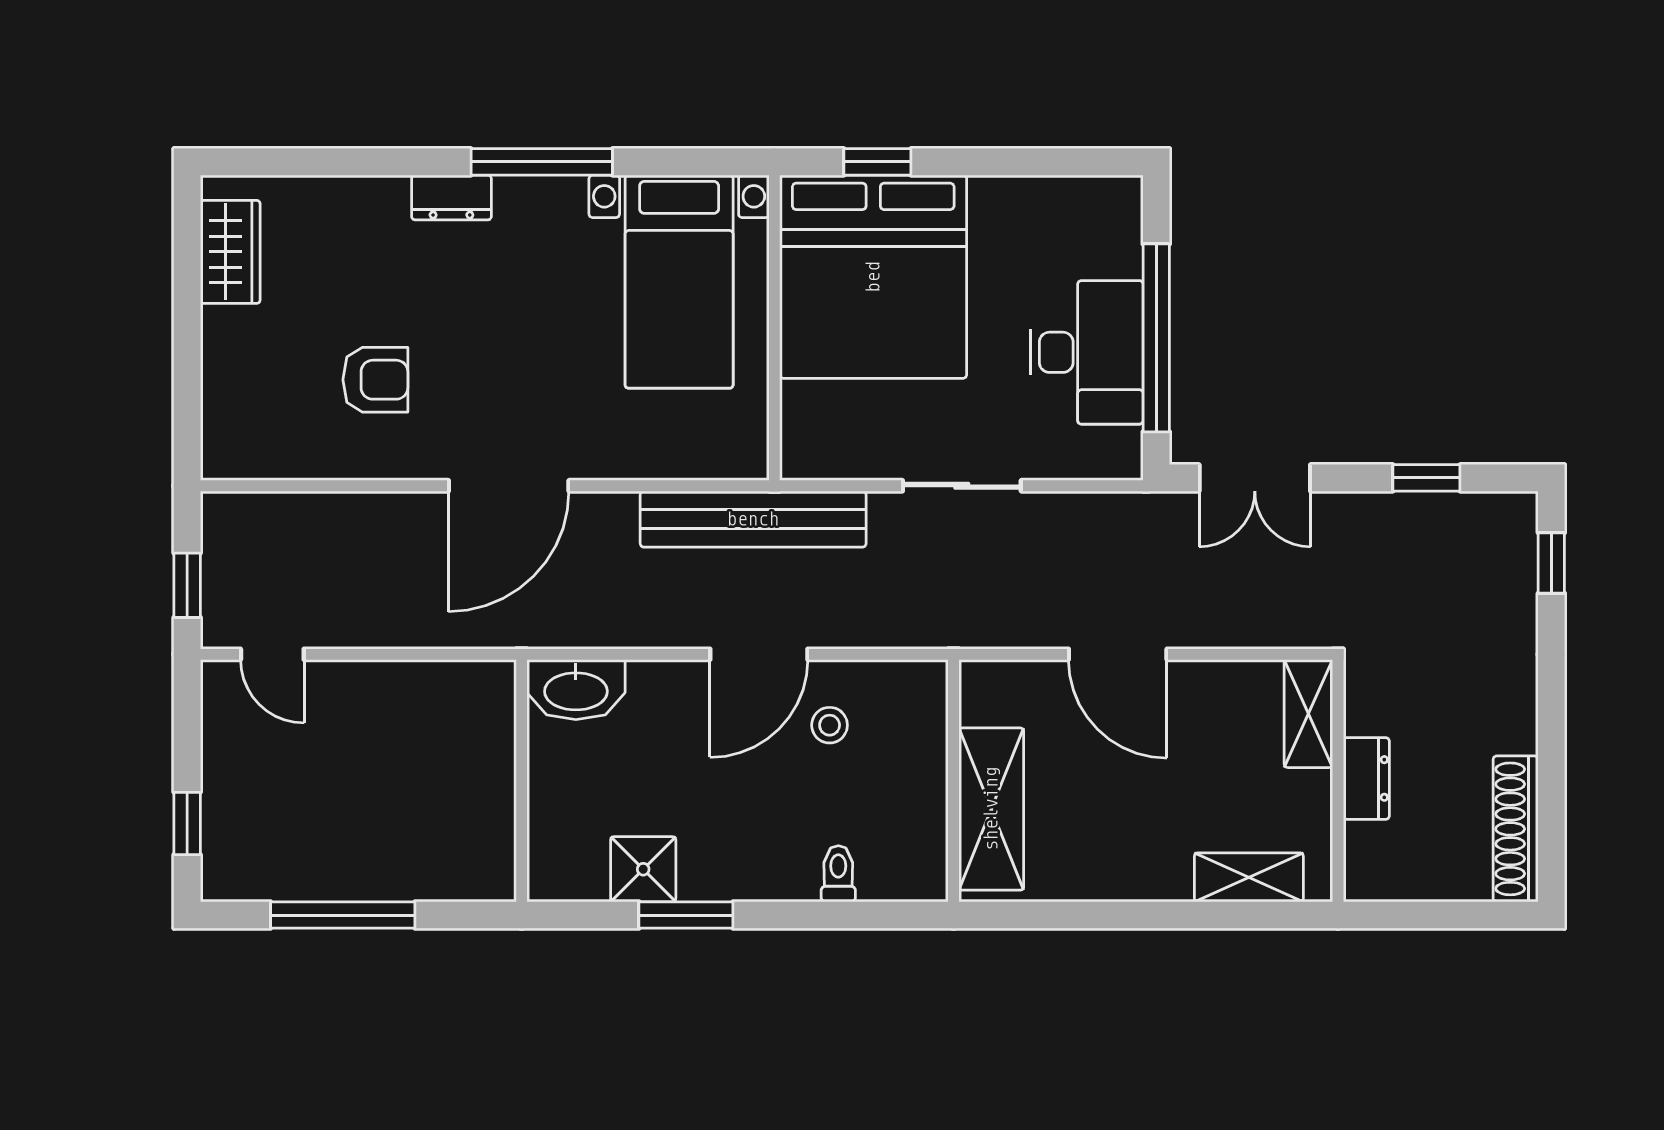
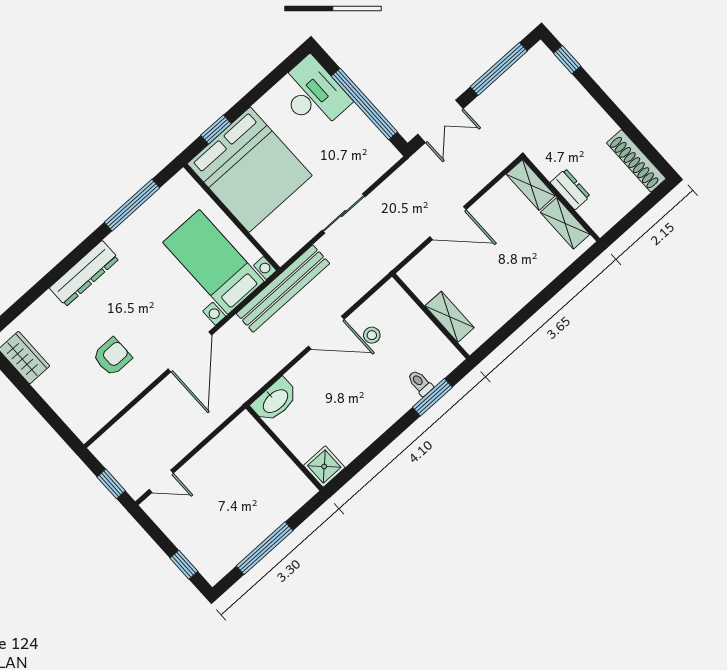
window: (542, 162) -> (132, 205), moved
dresser: (451, 197) -> (84, 273), width x1.96, depth x1.24
bed with nightstands: (679, 282) -> (213, 262), moved, turned 180
desk: (1087, 352) -> (313, 94), moved
window: (1426, 478) -> (499, 69), width x2.17
door: (759, 654) -> (326, 333), hinge flipped
shelving: (991, 809) -> (450, 317), width x0.67, depth x0.75
shower: (643, 869) -> (324, 466), moved
shelving: (1249, 877) -> (565, 223), moved, turned 90
window: (686, 915) -> (432, 397), moved

